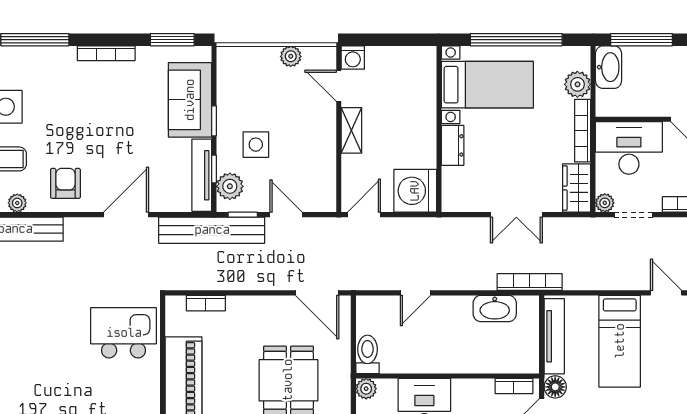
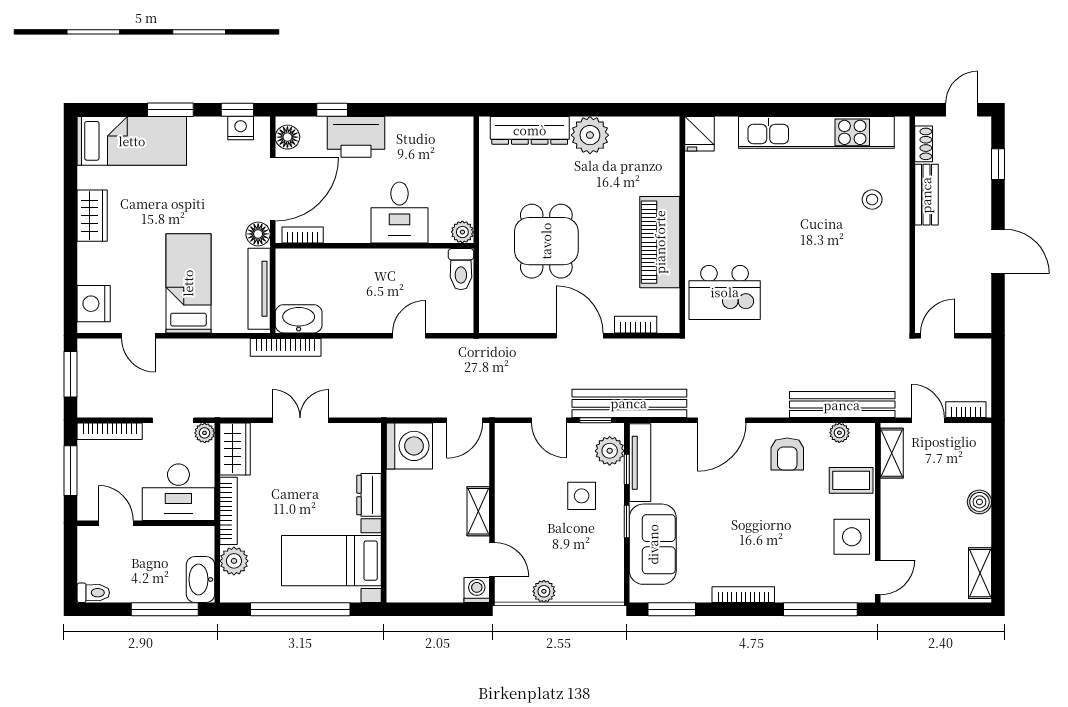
door: (317, 293) -> (580, 336), moved
washbasin: (495, 308) -> (299, 319), moved

